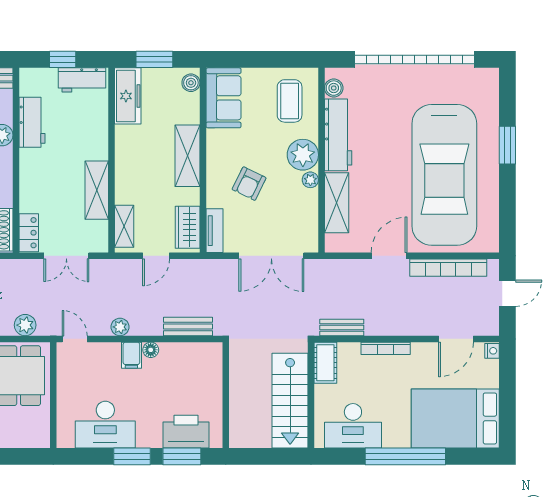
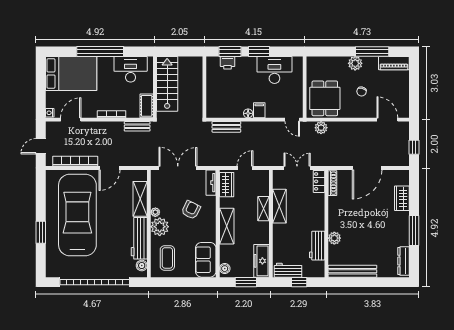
shelving: (124, 226) -> (264, 209), moved
plant: (120, 327) -> (266, 127), removed
printer: (186, 432) -> (228, 63), width x0.53, depth x0.68

